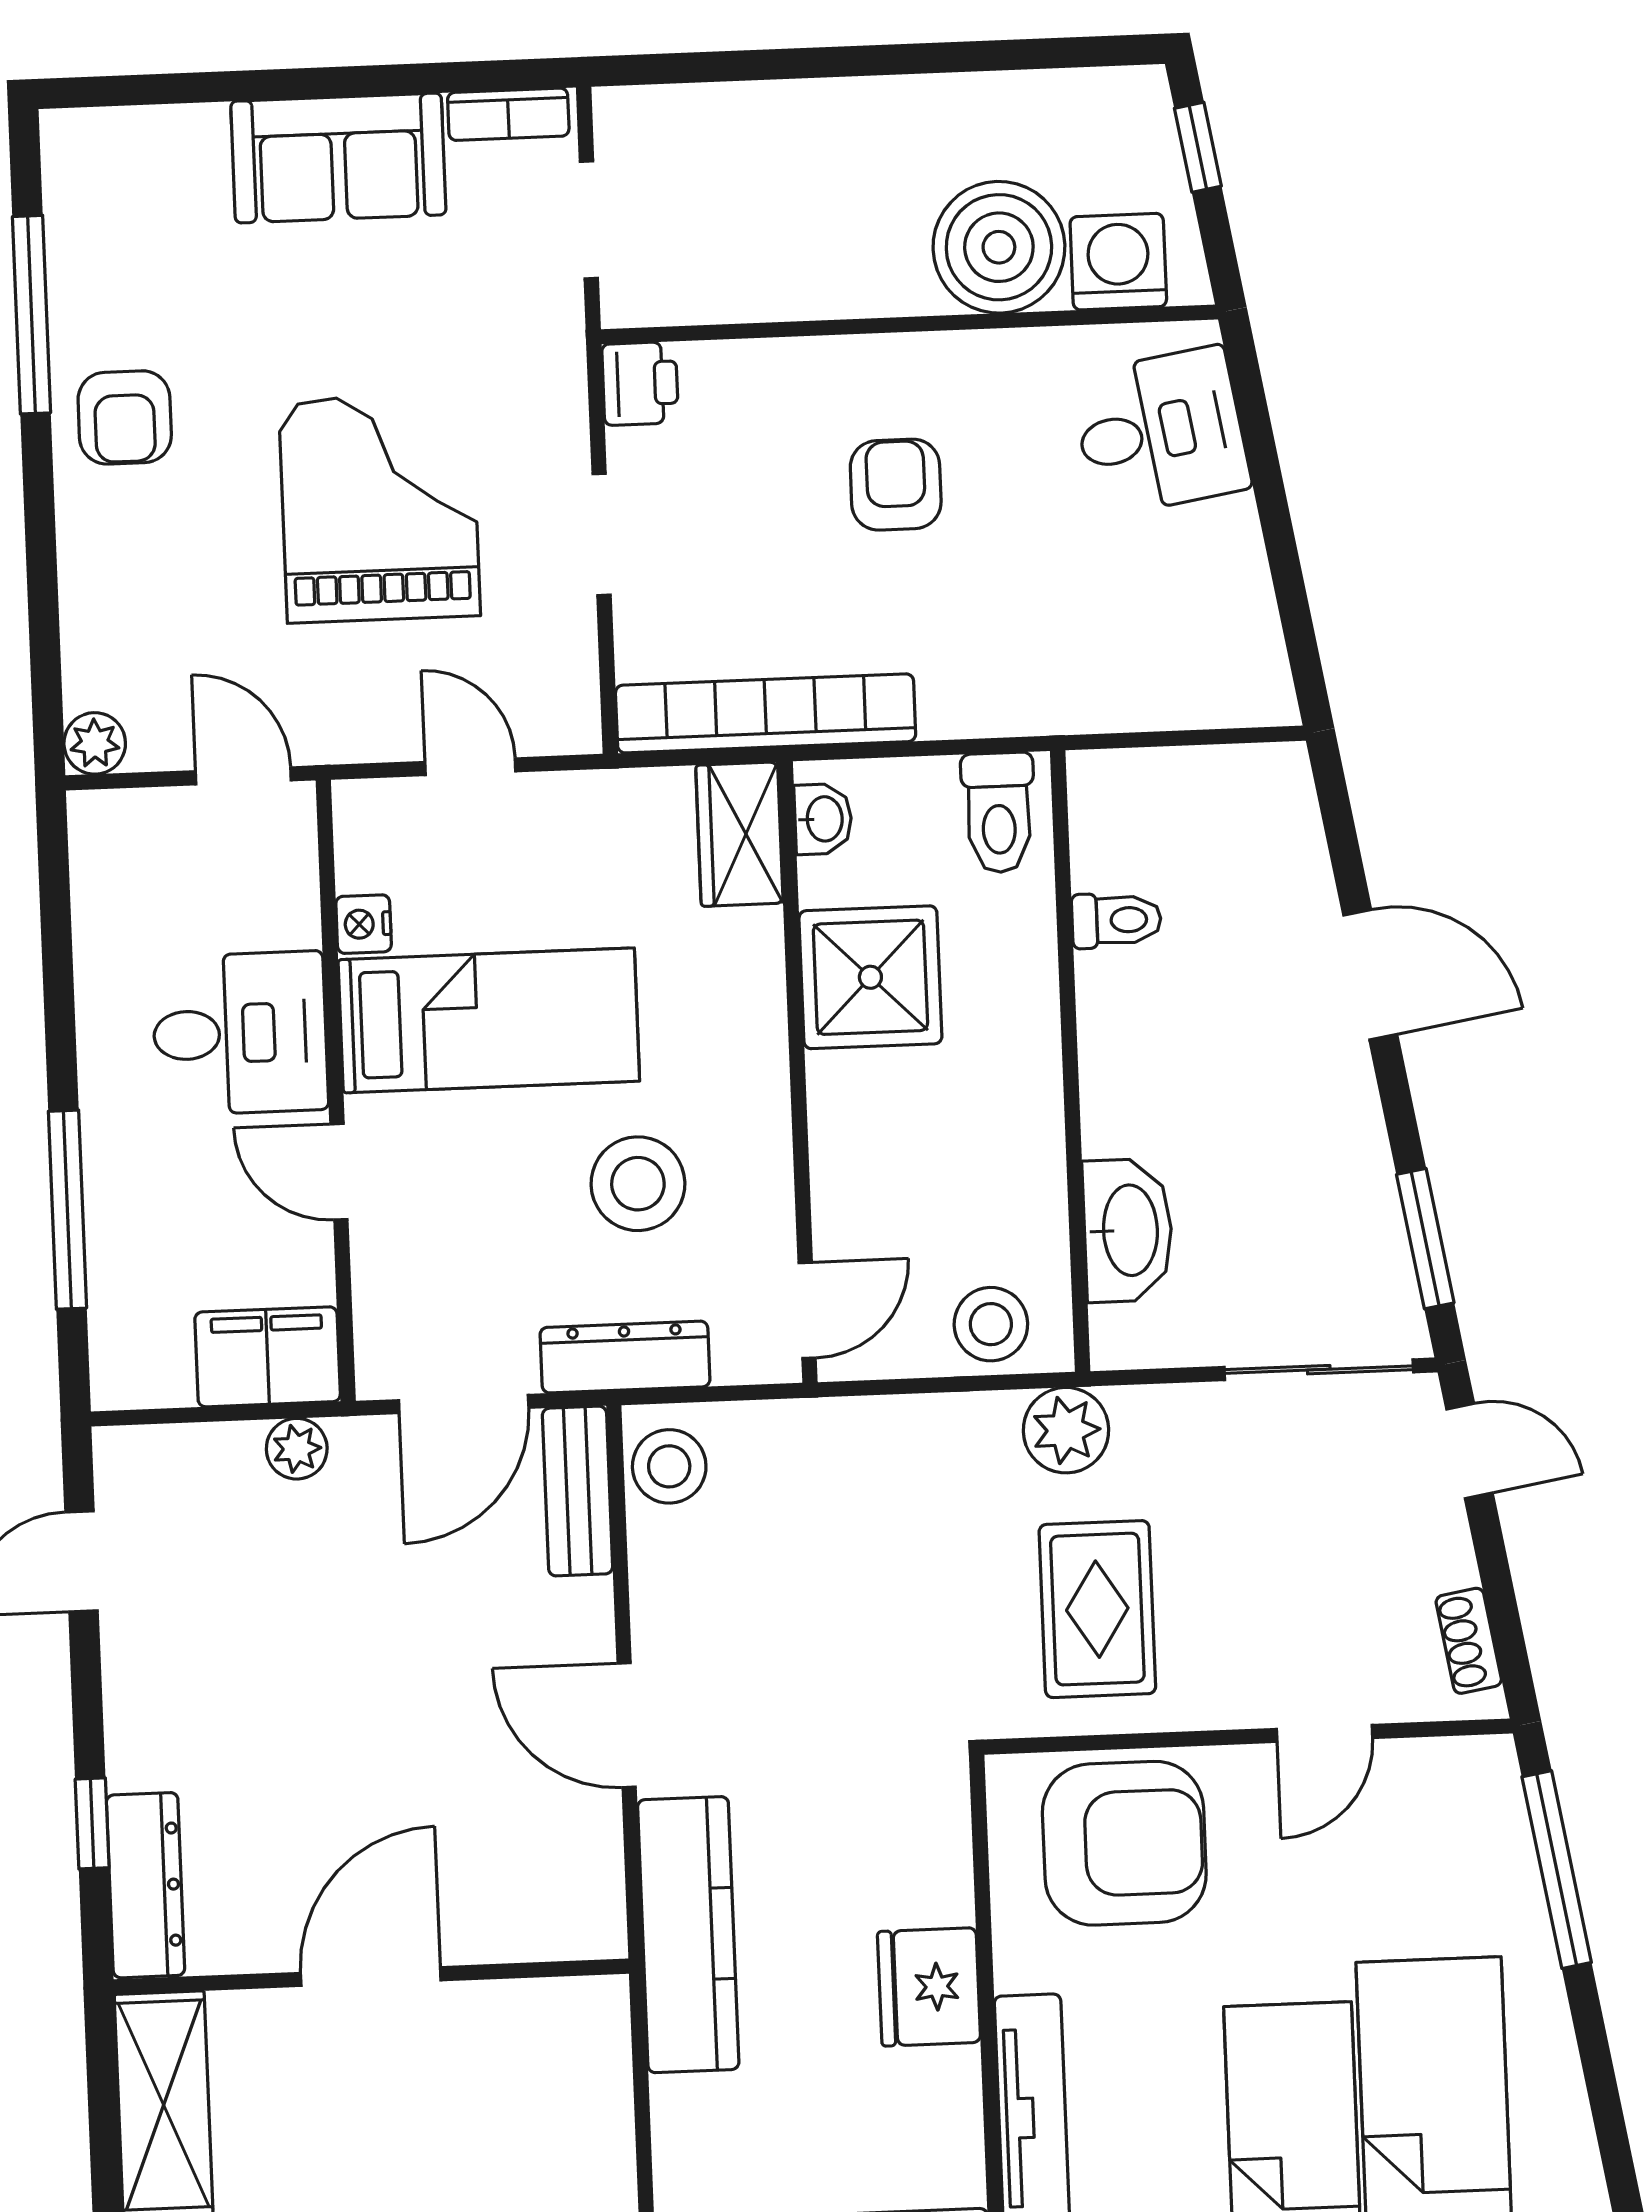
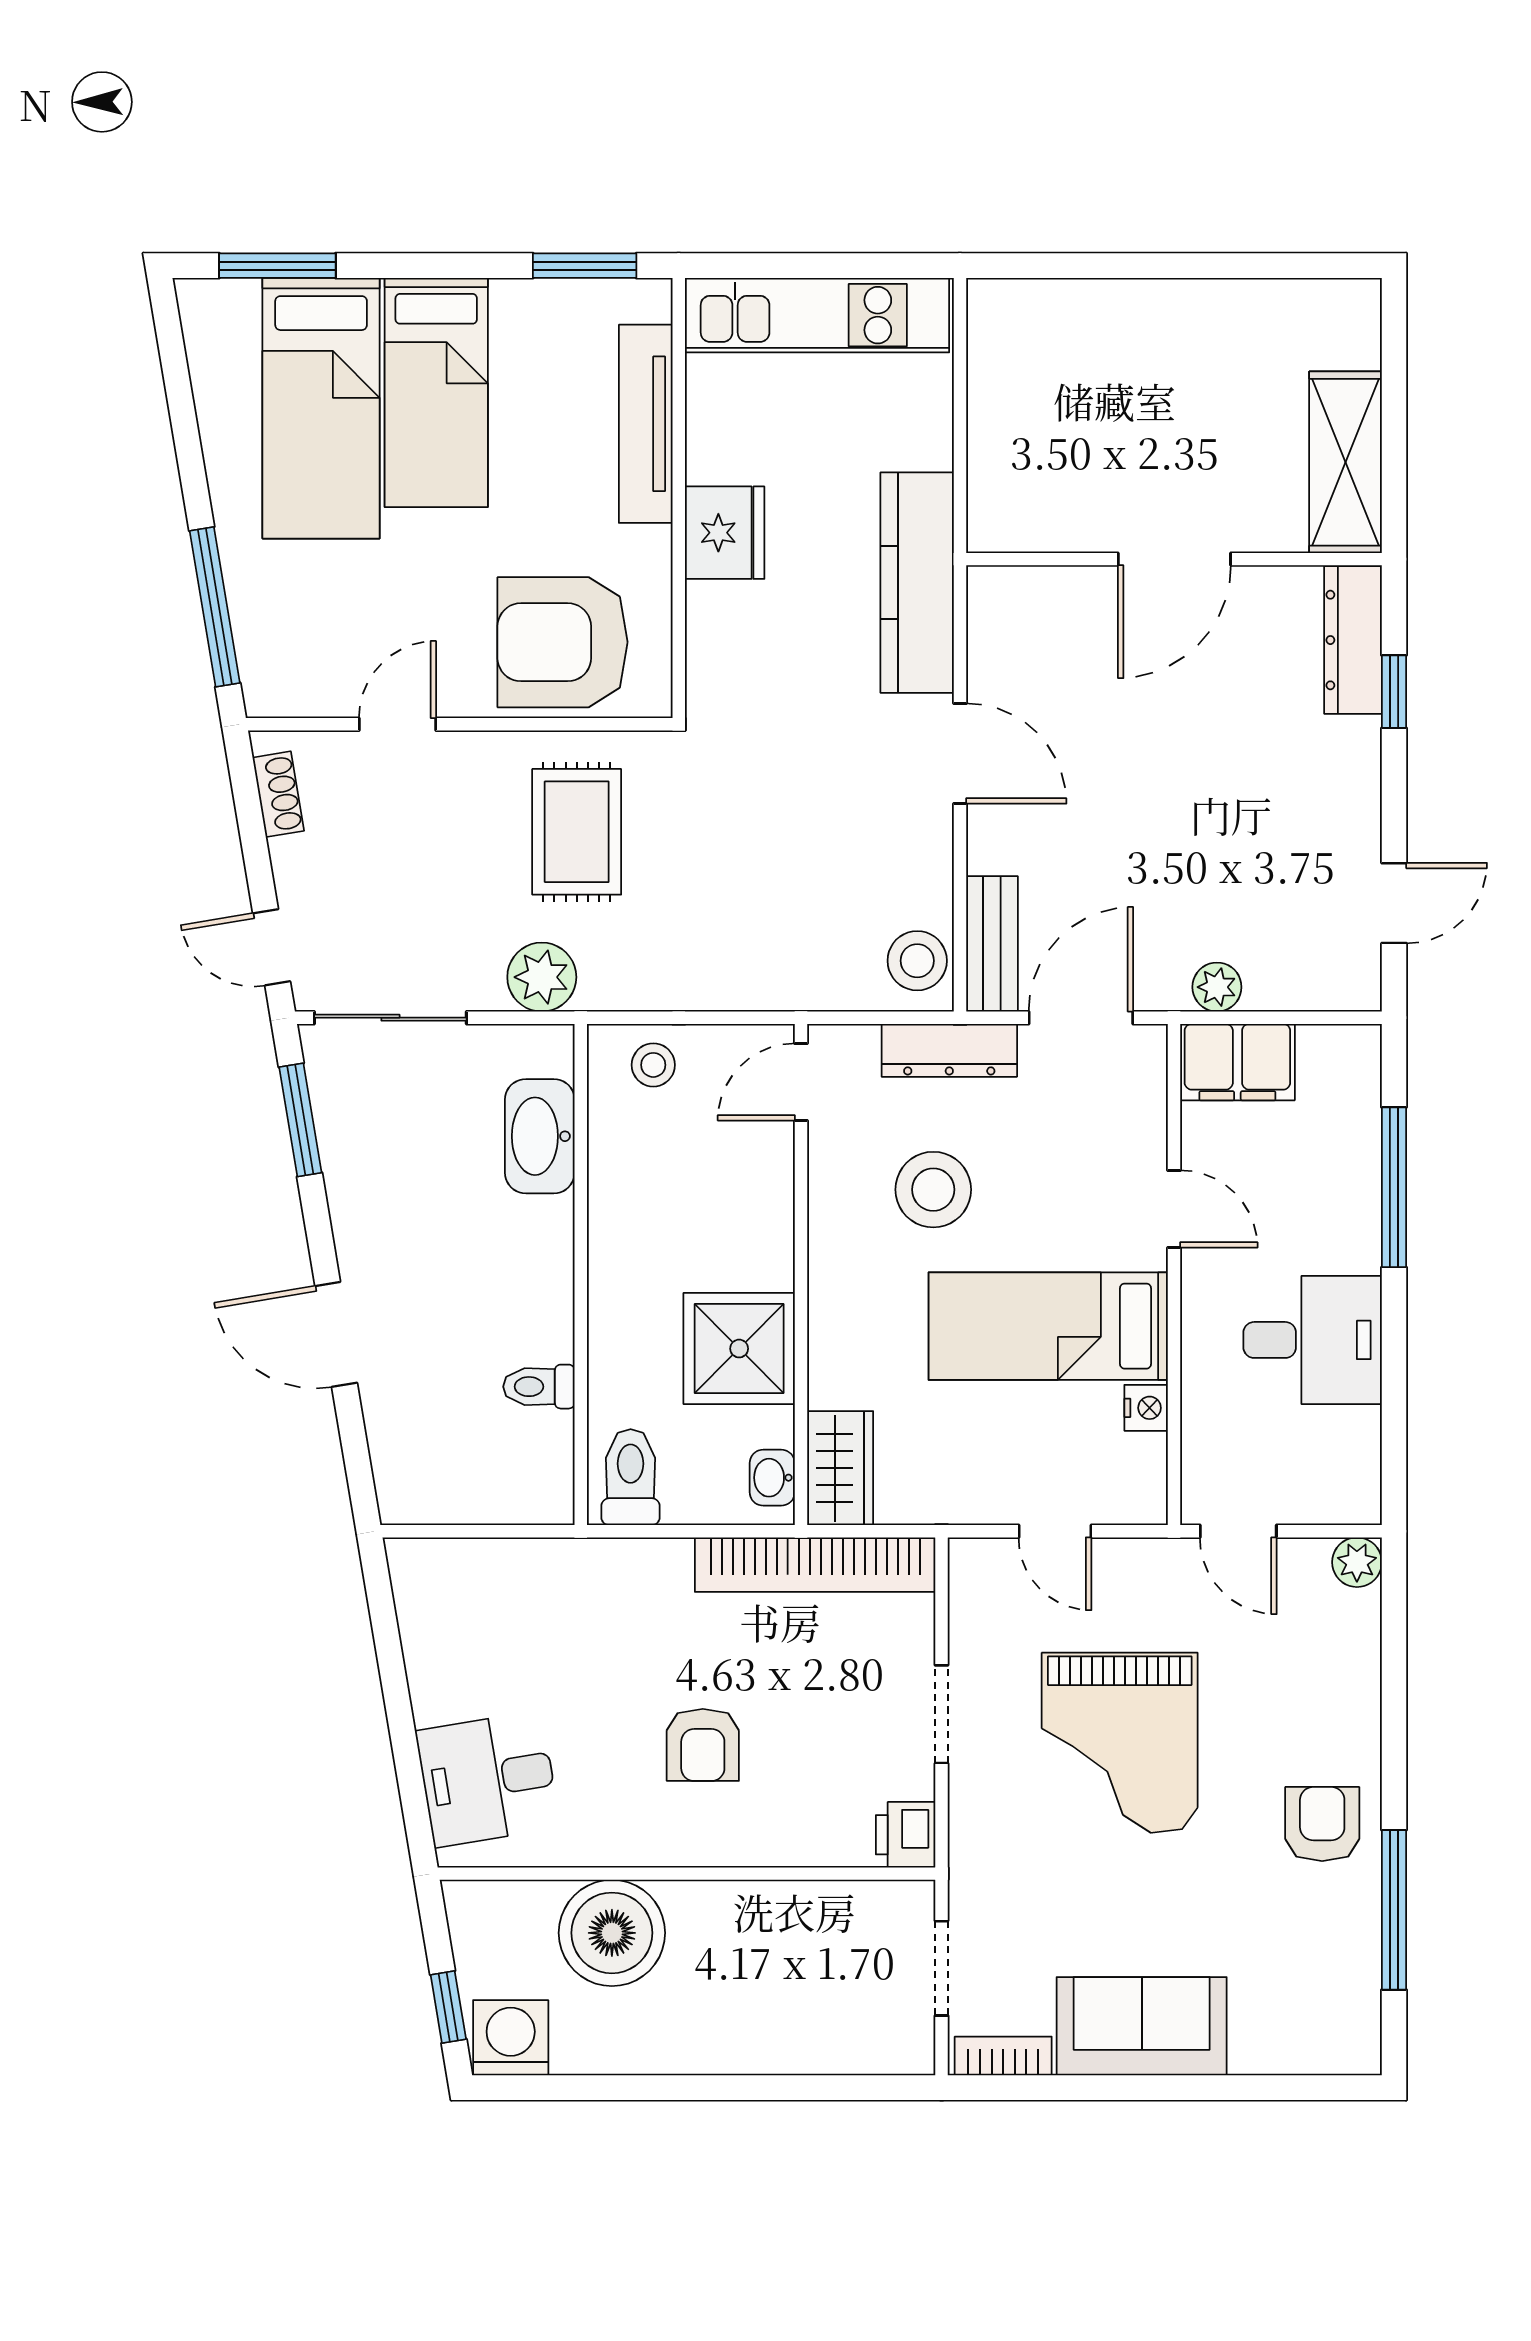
washing machine: (1118, 262) -> (511, 2038), moved, turned 180
desk: (240, 1033) -> (1313, 1340), moved, turned 180
stool: (991, 1324) -> (653, 1065), width x0.73, depth x0.73
plant: (1066, 1430) -> (542, 977), moved

